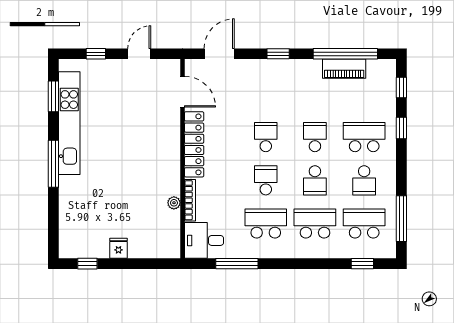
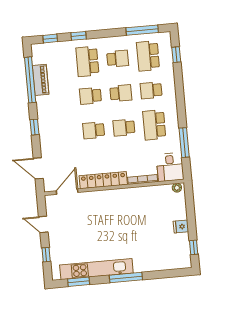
plant: (174, 203) -> (177, 188), moved
school desk: (315, 224) -> (151, 90), width x0.54

